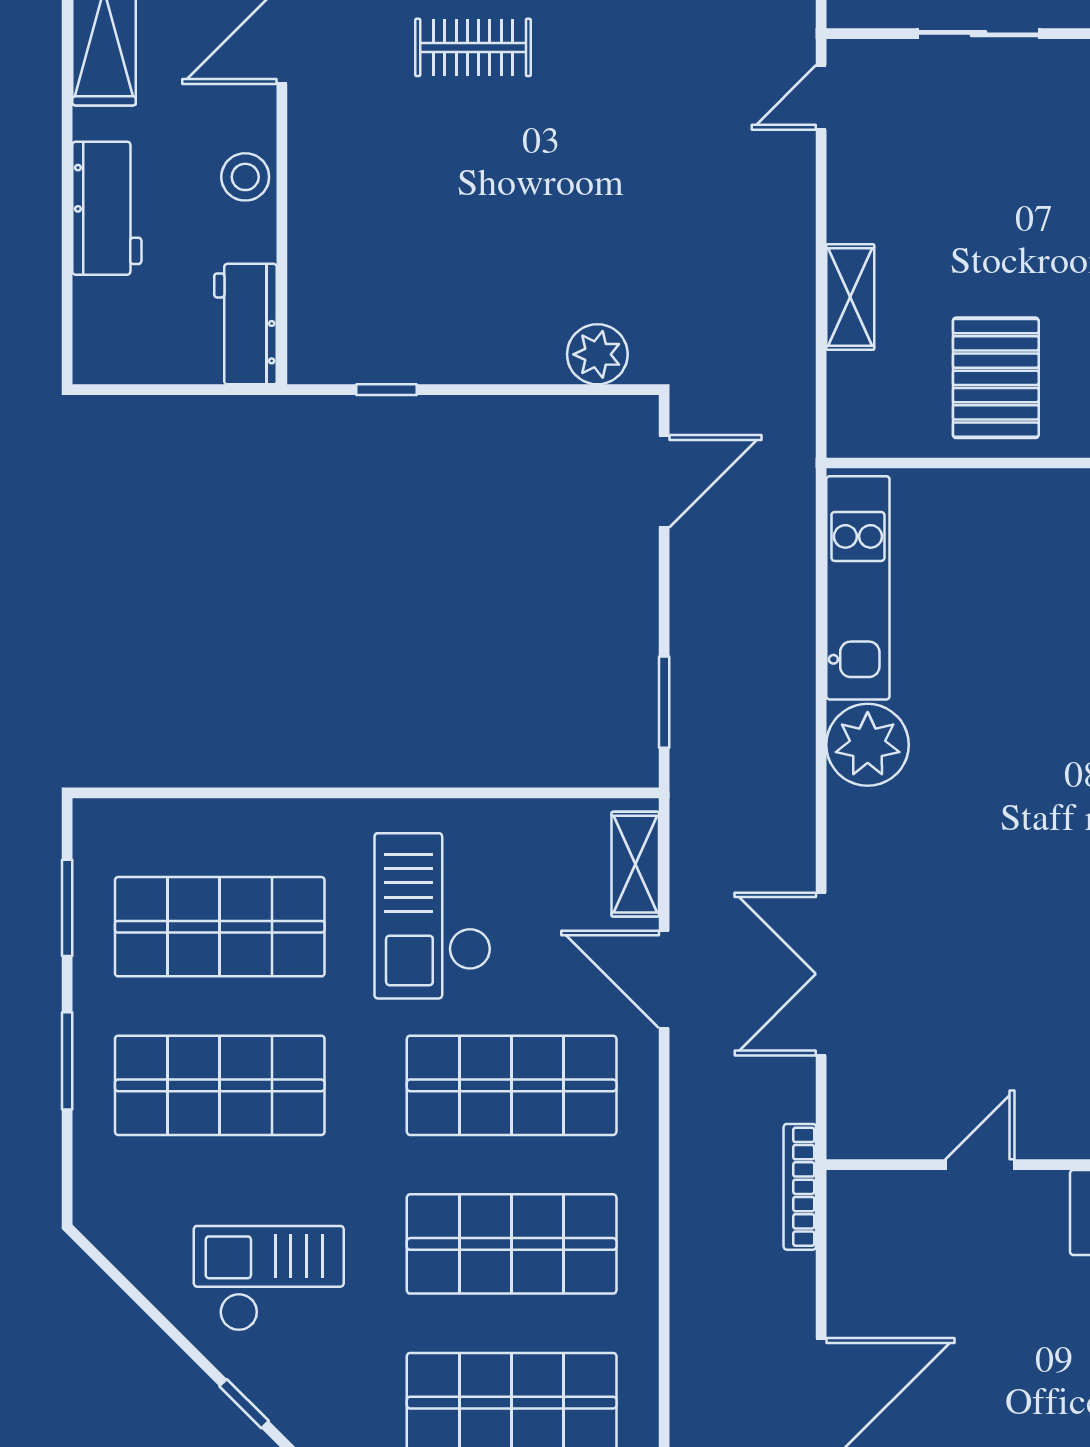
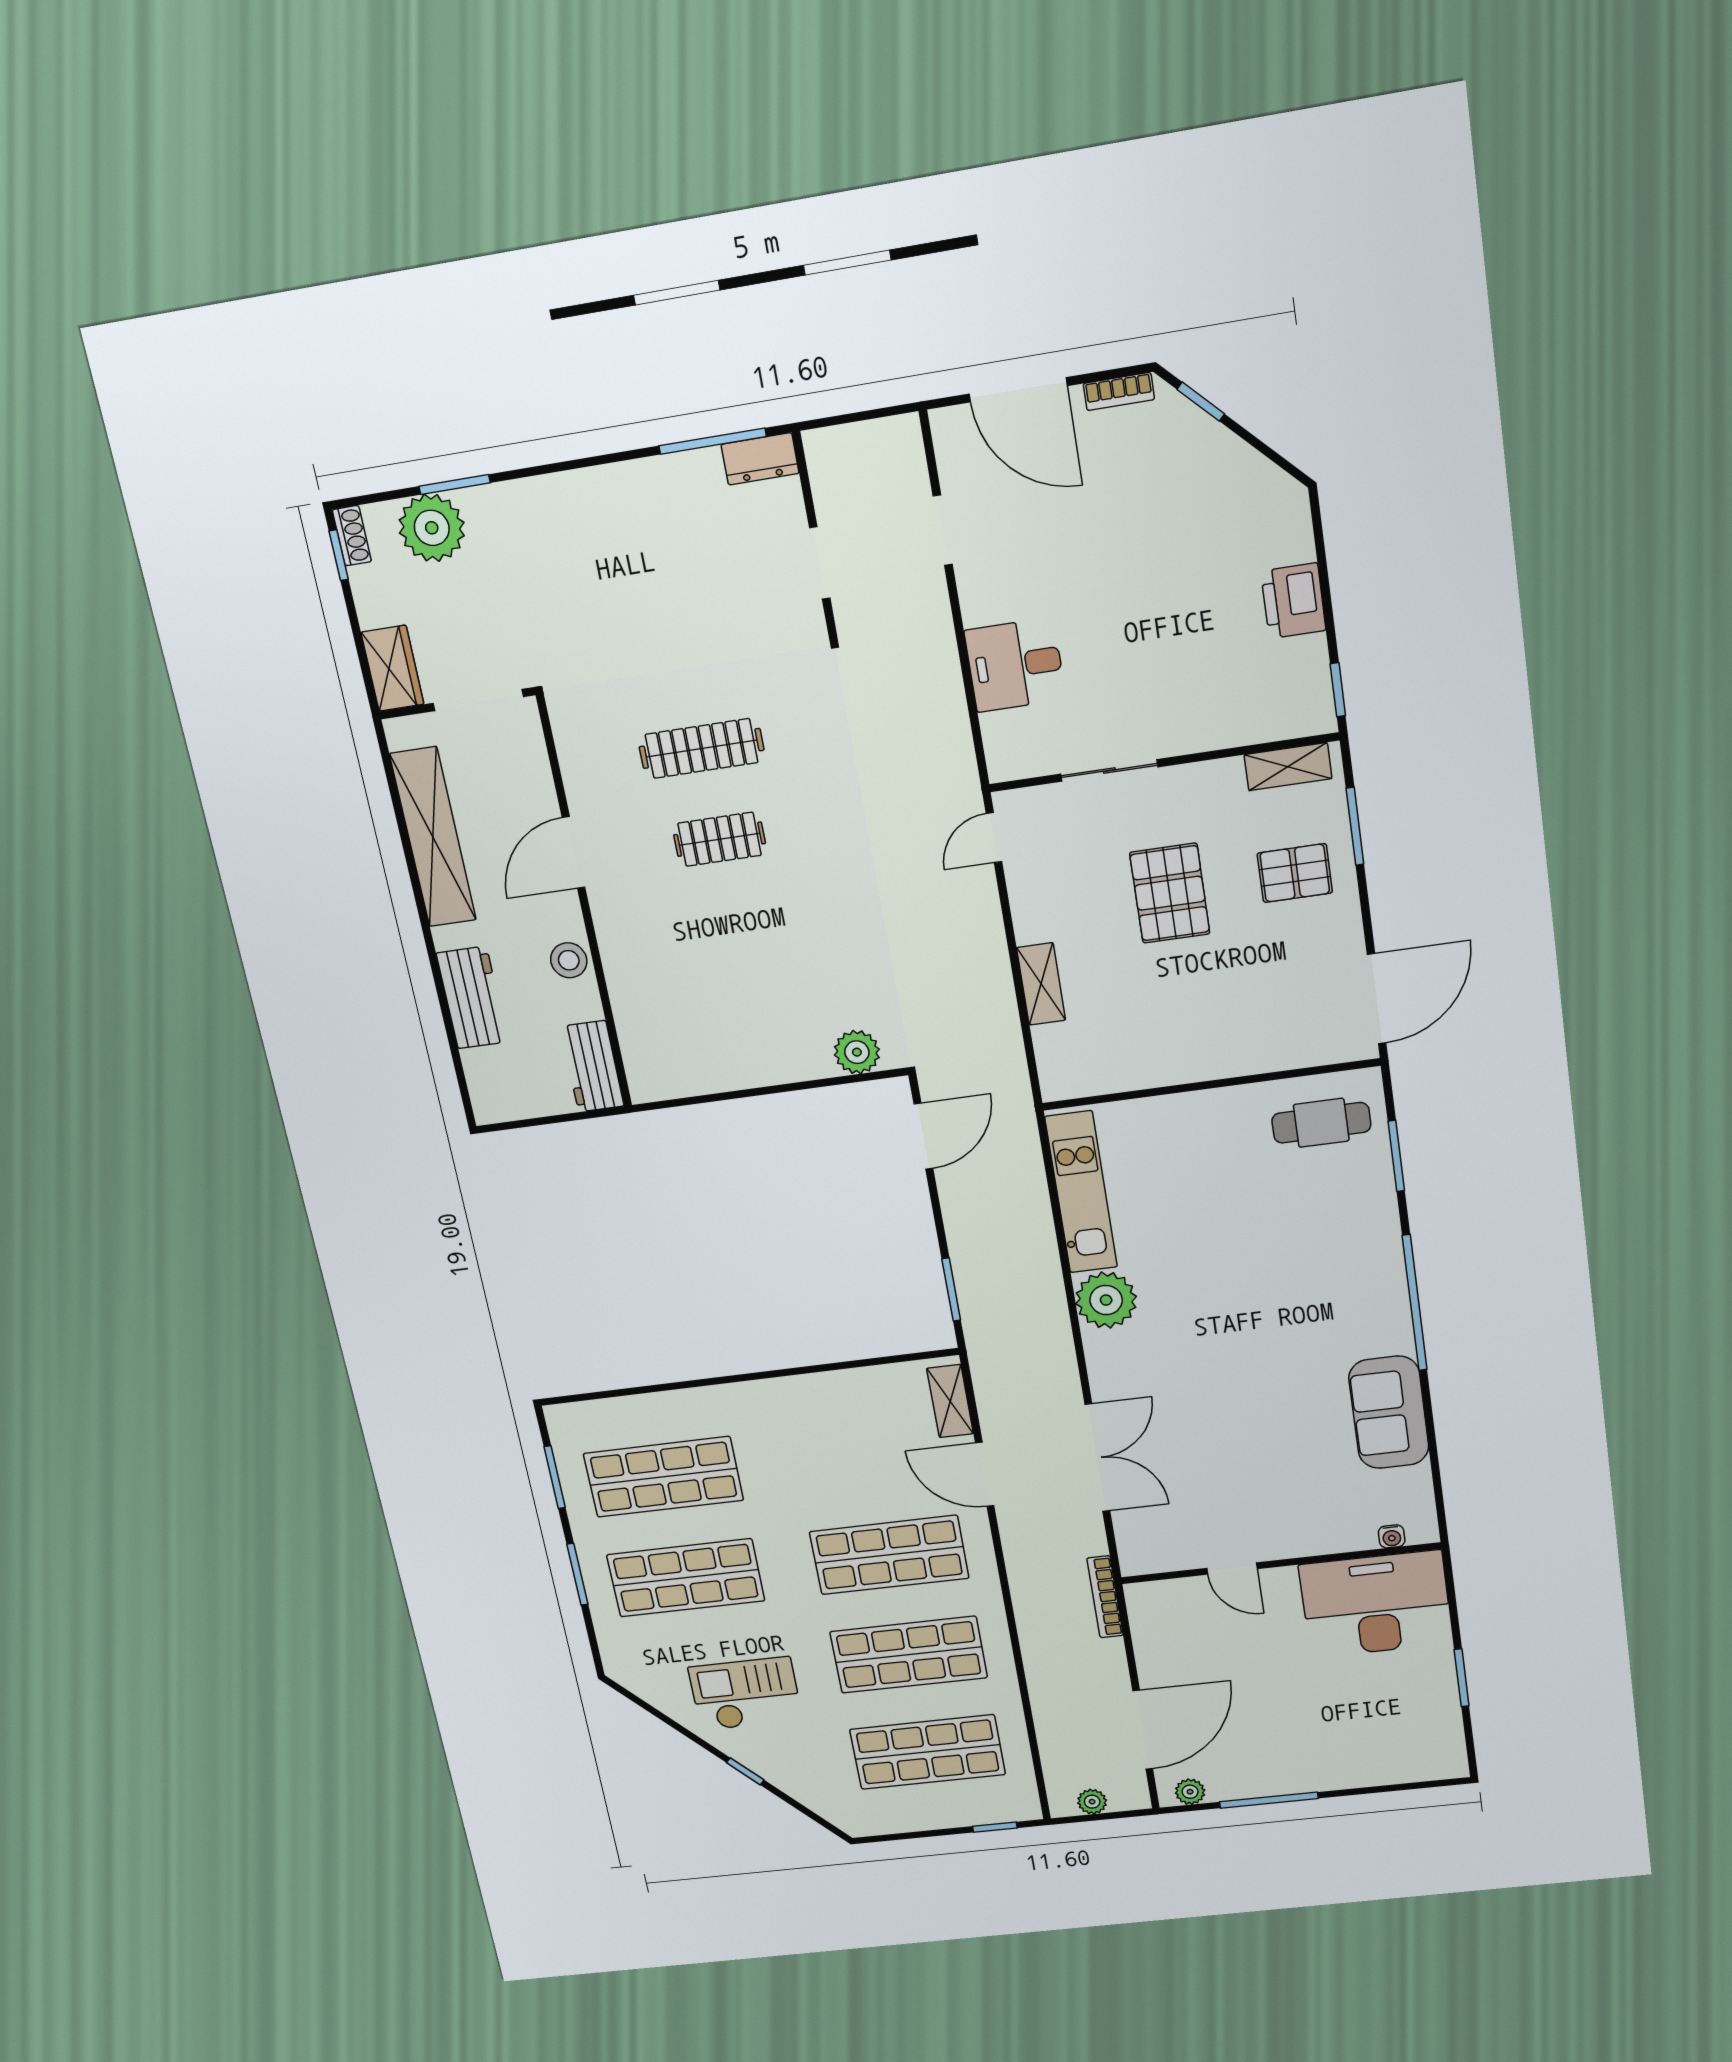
pallet: (996, 378) -> (1170, 893), moved
window: (387, 390) -> (705, 1099), removed
checkout: (433, 916) -> (812, 1452), removed
double door: (821, 974) -> (1097, 1458), swing flipped
door: (980, 1165) -> (1232, 1569), swing flipped

